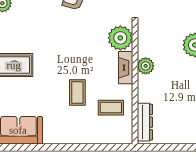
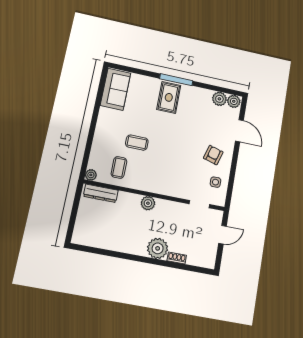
plant: (120, 38) -> (91, 175), moved, width x0.53, depth x0.53
fireplace: (126, 68) -> (150, 186), removed

